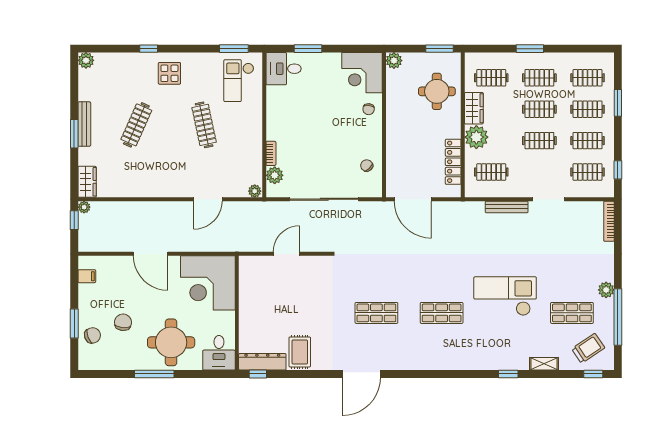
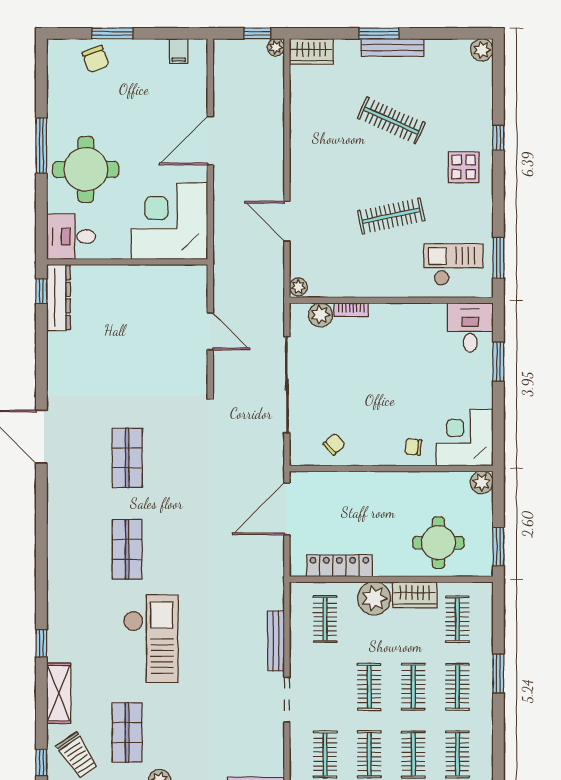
chair: (123, 322) -> (114, 102), removed
rug: (300, 352) -> (72, 350), removed
shelving: (544, 364) -> (59, 693), width x1.50, depth x1.33

